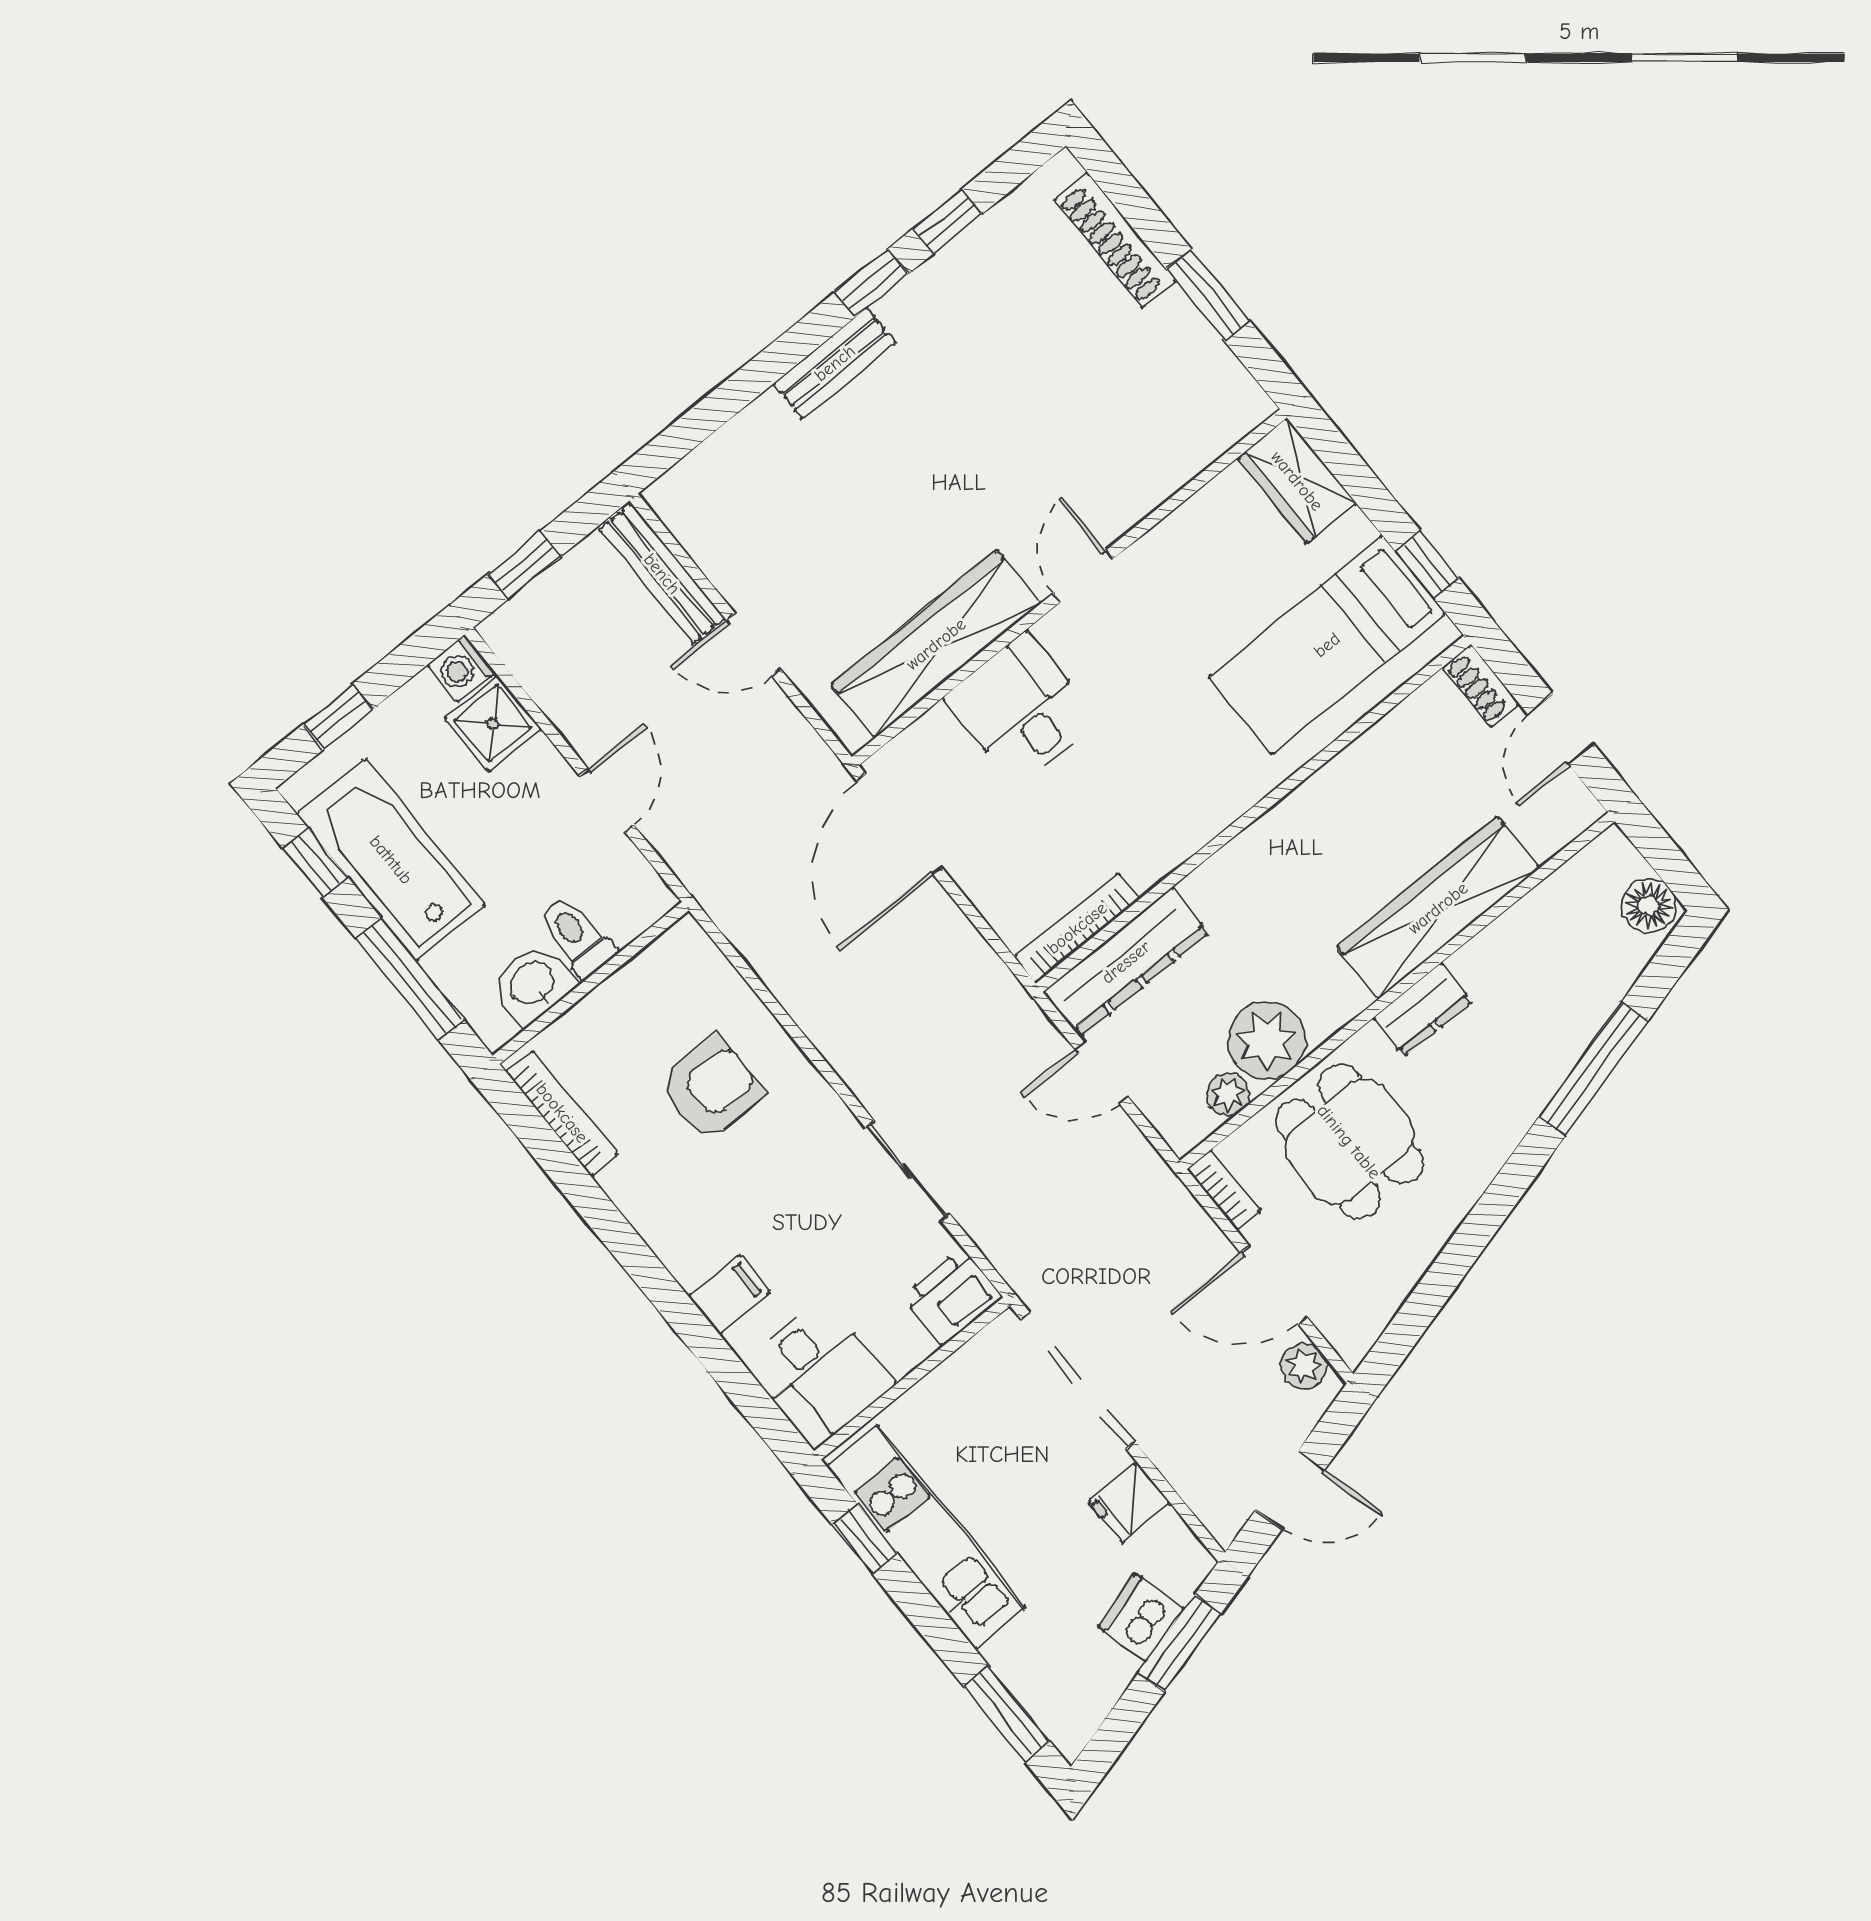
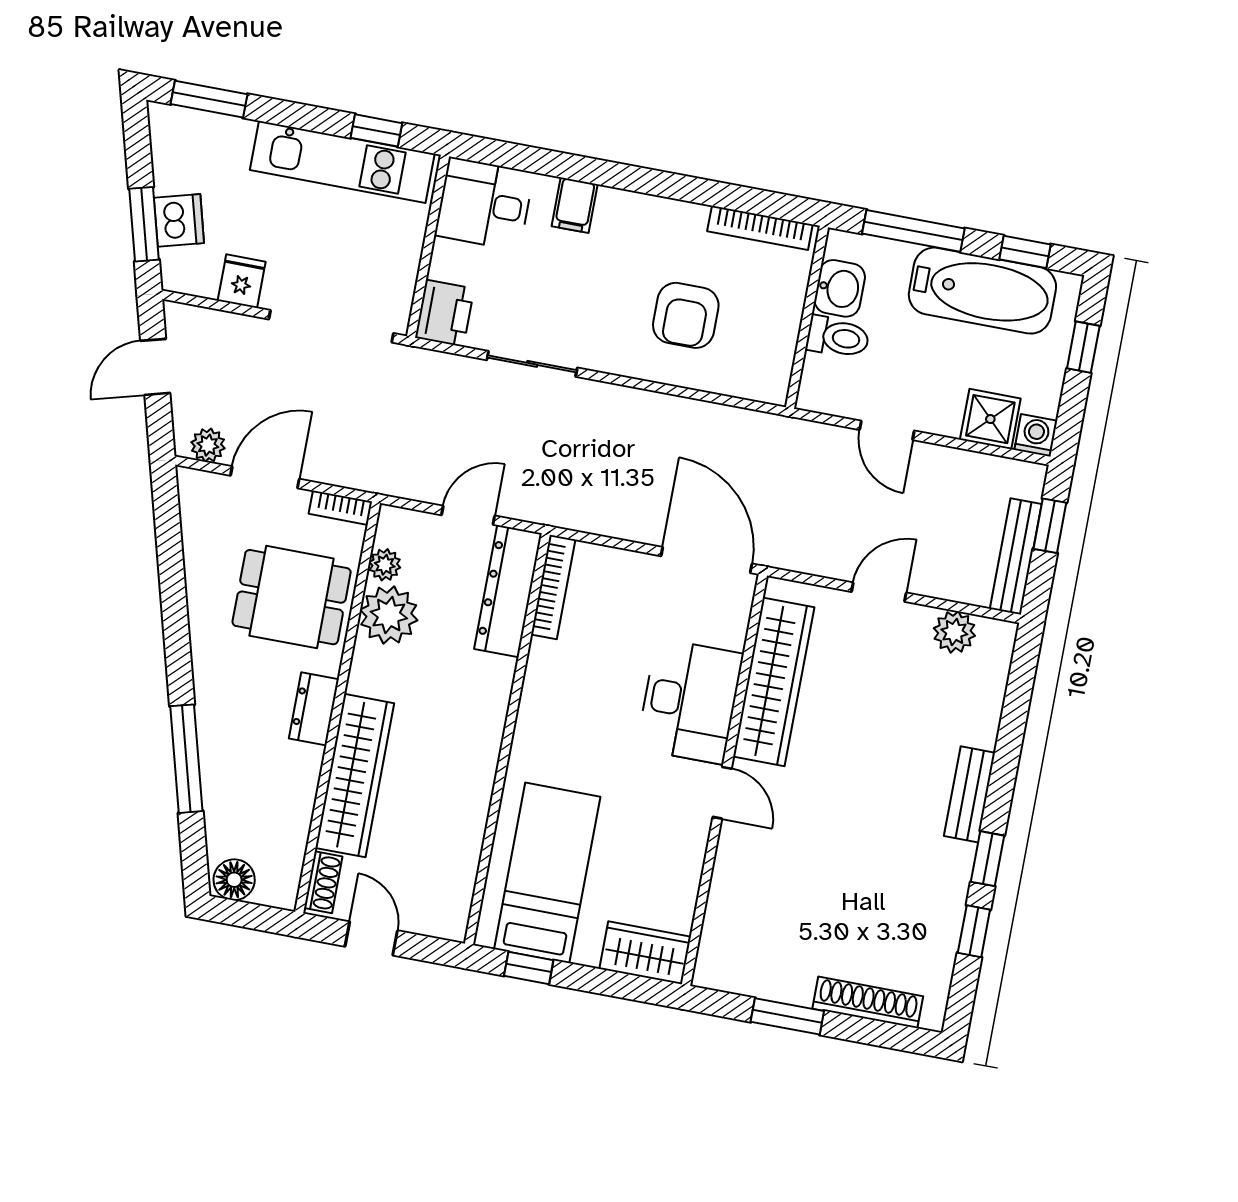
plant: (711, 540) -> (954, 632), added
bench: (662, 574) -> (1016, 556), moved, turned 90
shoe rack: (1481, 685) -> (323, 882), moved, turned 90
desk: (1021, 709) -> (690, 701), width x1.37

